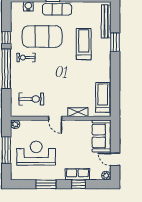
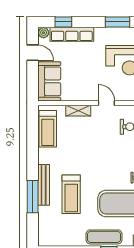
bench: (106, 21) -> (44, 185), moved
window: (115, 42) -> (33, 197), width x1.44
row of seats: (77, 174) -> (72, 34), width x1.48
window: (79, 184) -> (63, 22), moved

